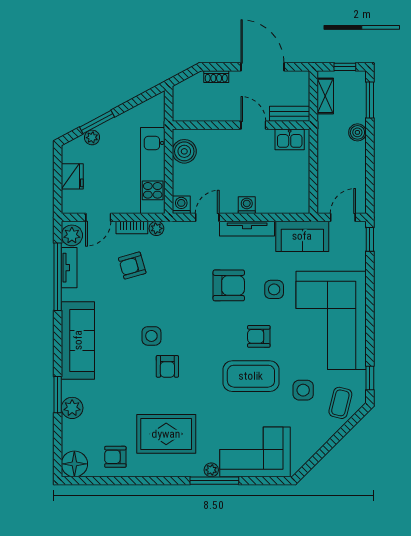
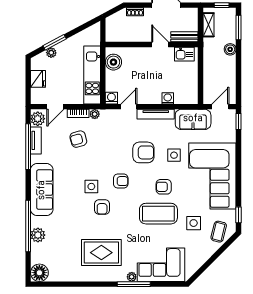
washing machine: (247, 205) -> (168, 98), moved
window: (58, 395) -> (28, 226), width x2.11
armchair: (115, 457) -> (121, 181), moved, turned 180

